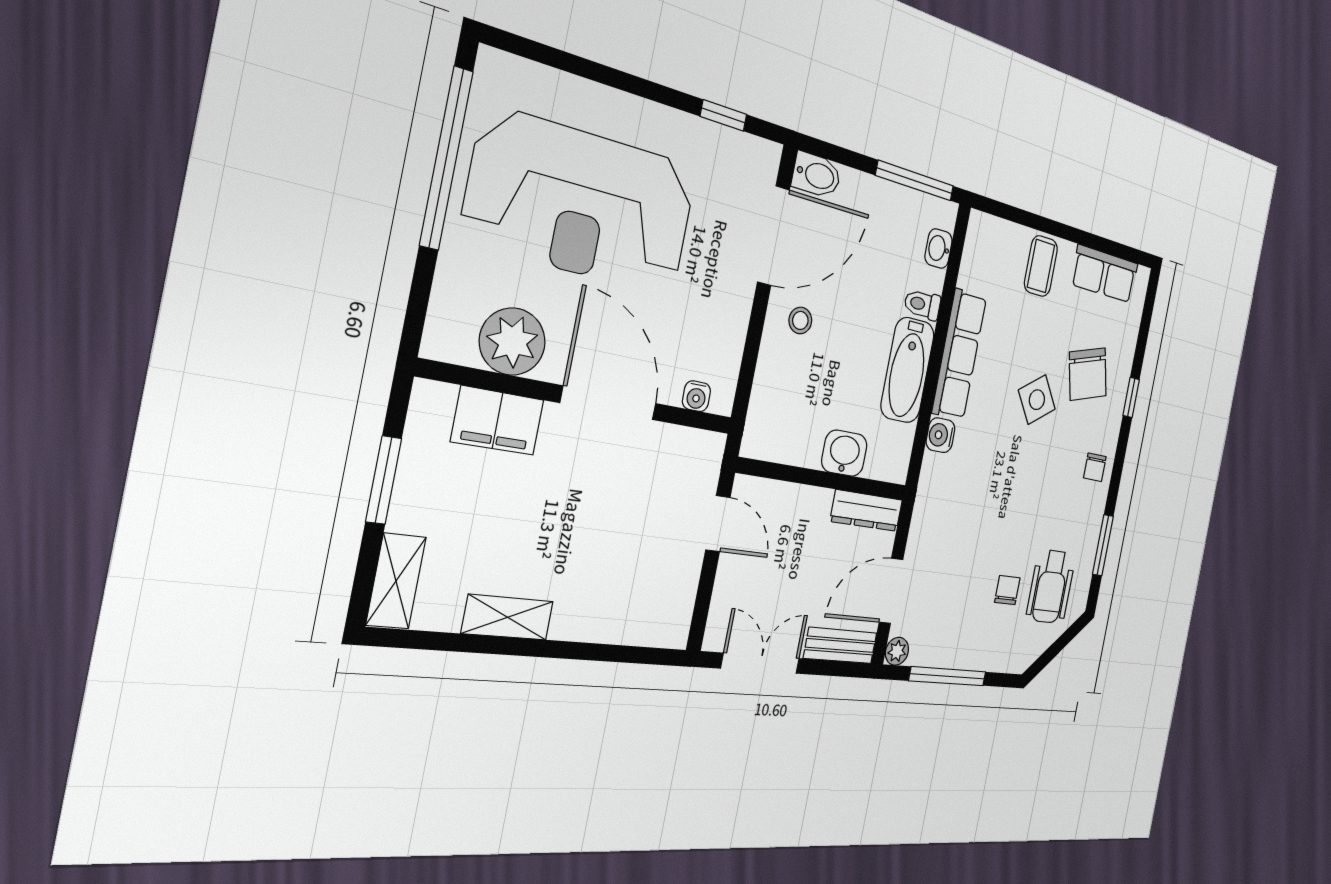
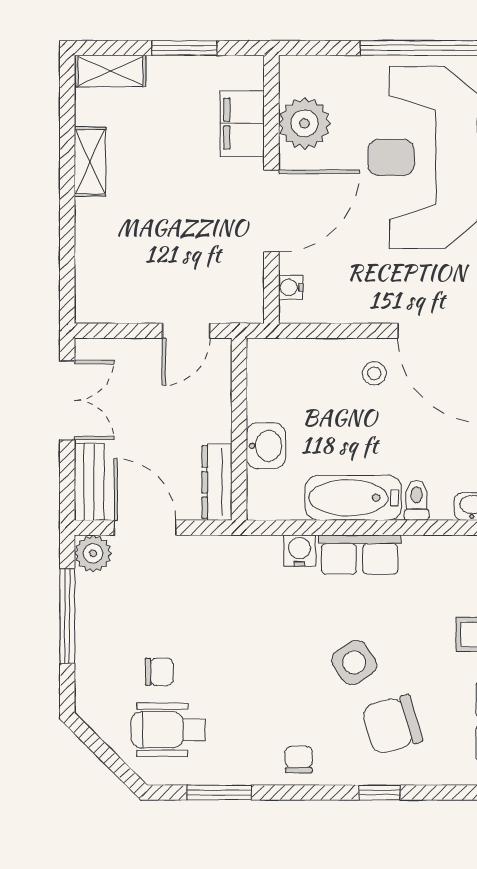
row of seats: (959, 355) -> (360, 555), width x0.68
chair: (1095, 467) -> (299, 759), turned 90
plant: (897, 651) -> (93, 553), width x1.38, depth x1.38

